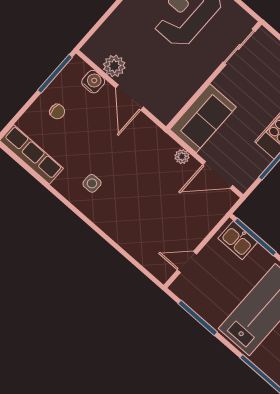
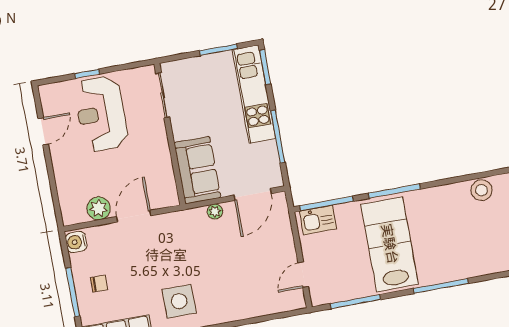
window: (55, 74) -> (73, 292), moved
water cooler: (93, 82) -> (76, 242), moved, turned -90
door: (130, 97) -> (134, 216), swing flipped
side table: (92, 183) -> (179, 301), width x1.87, depth x1.87

